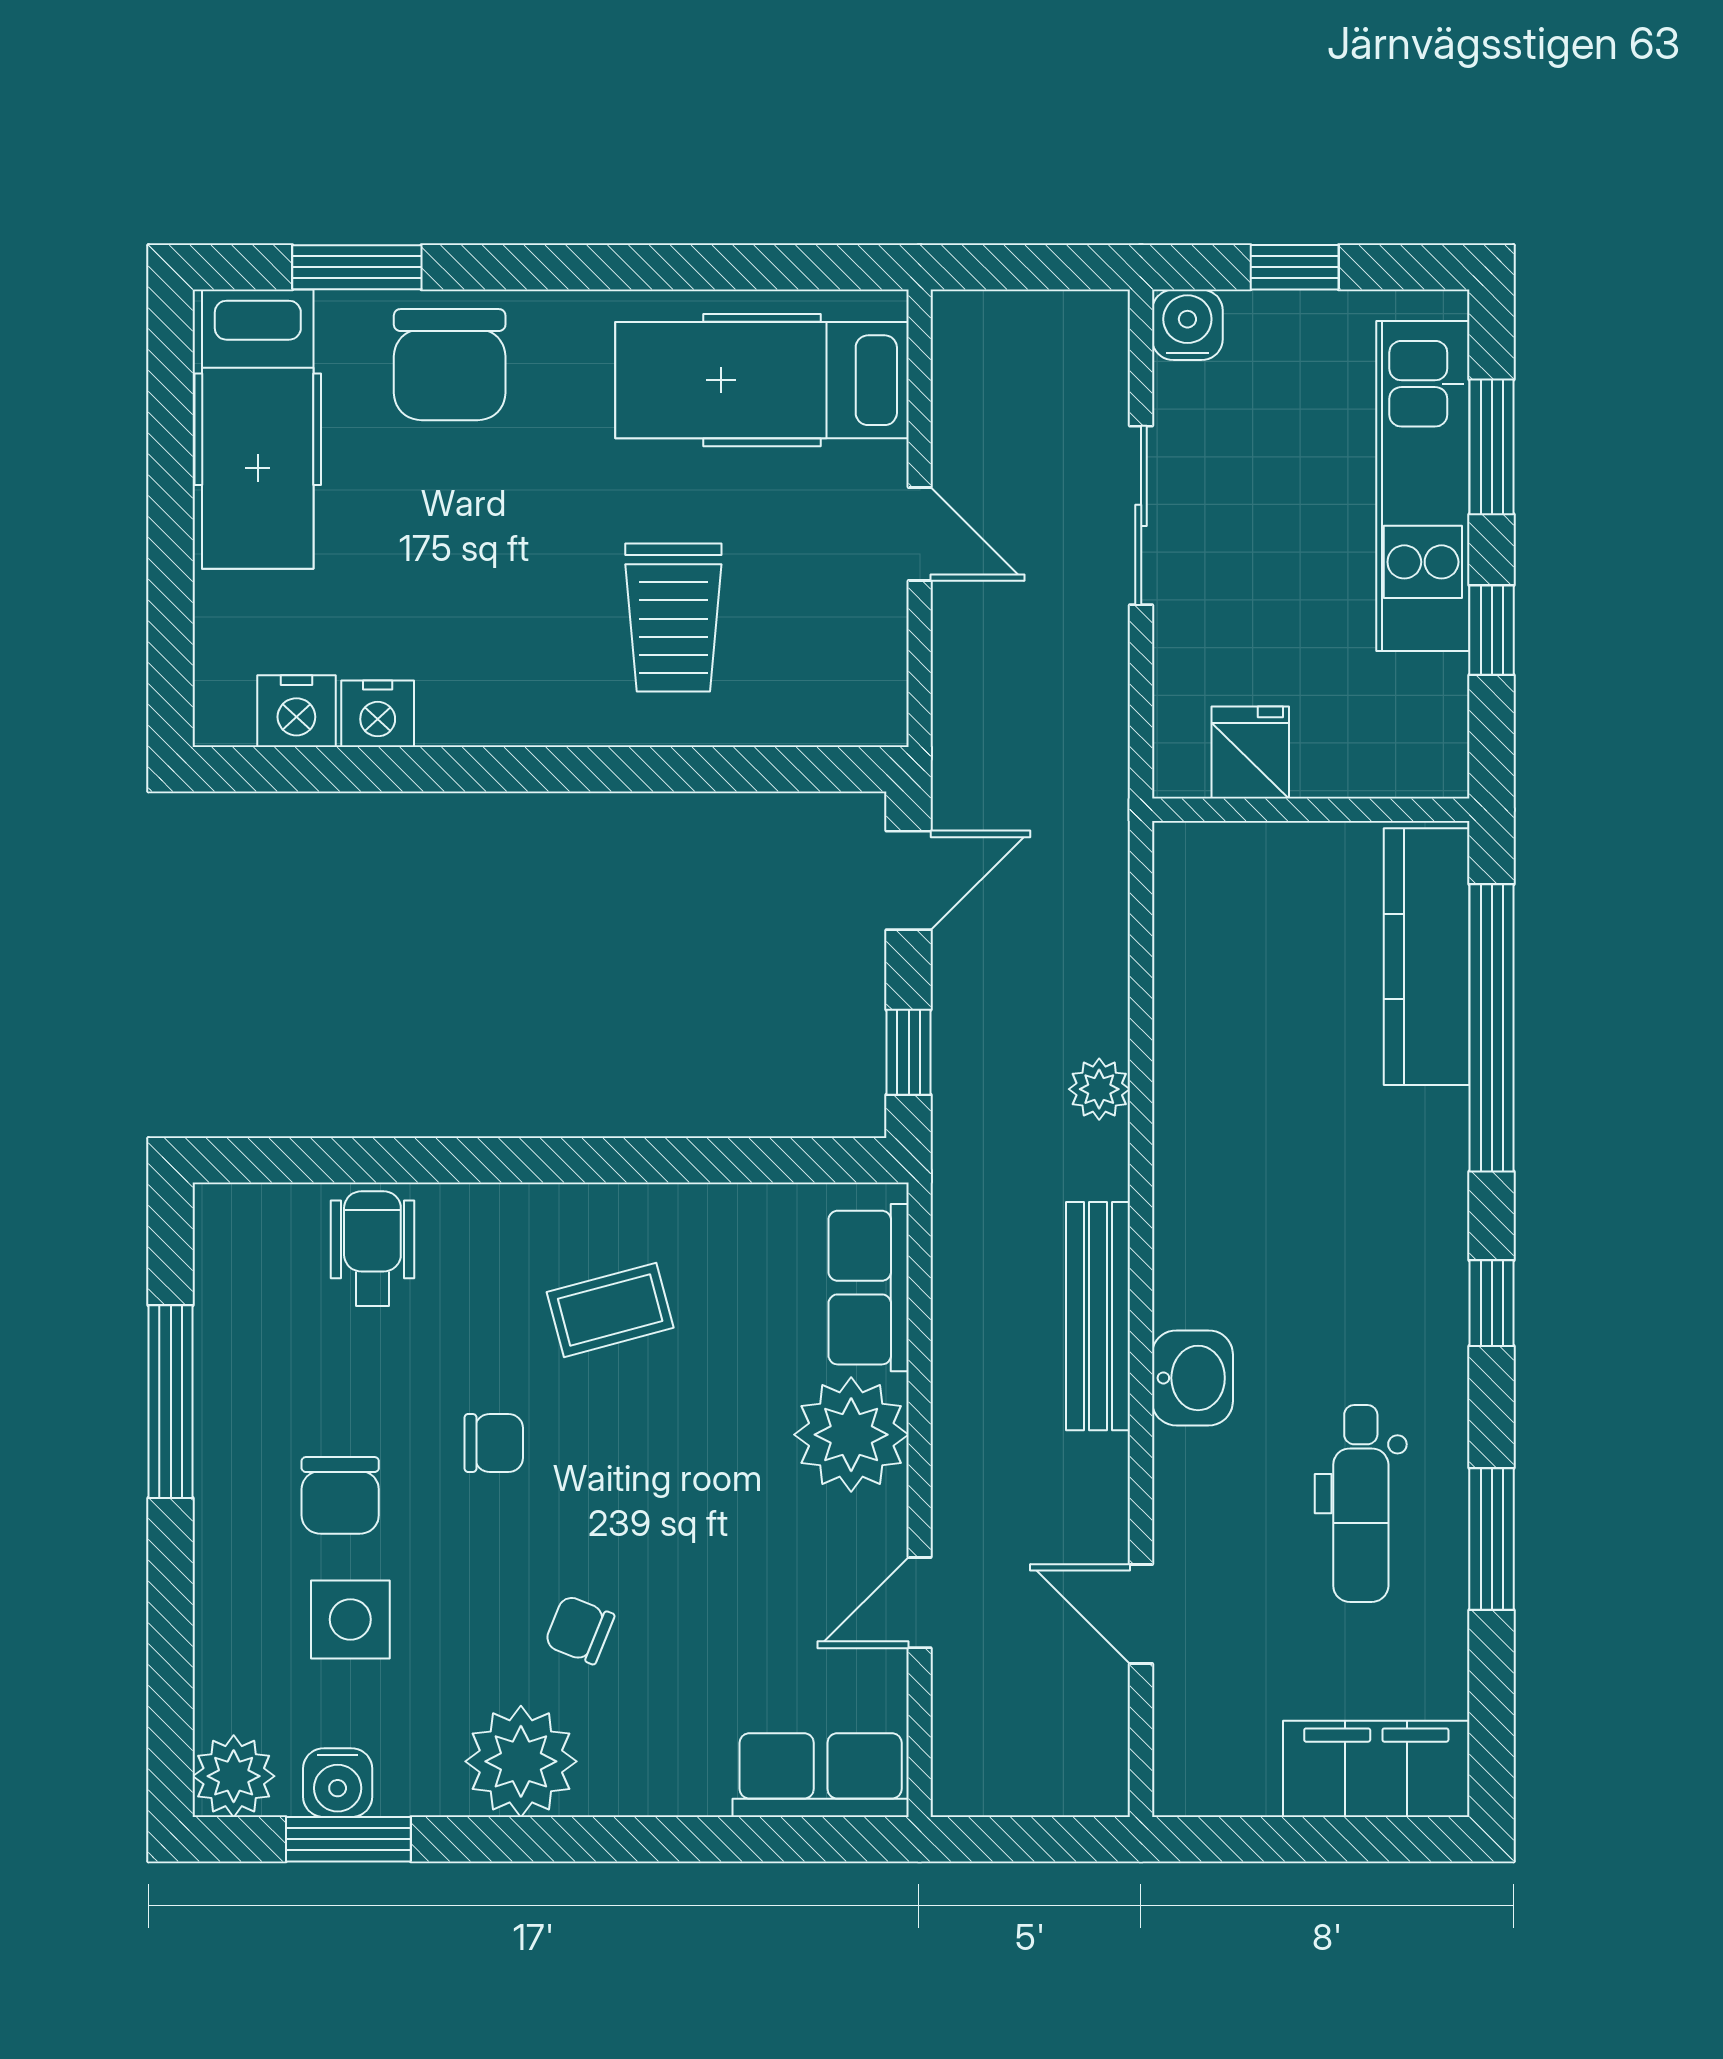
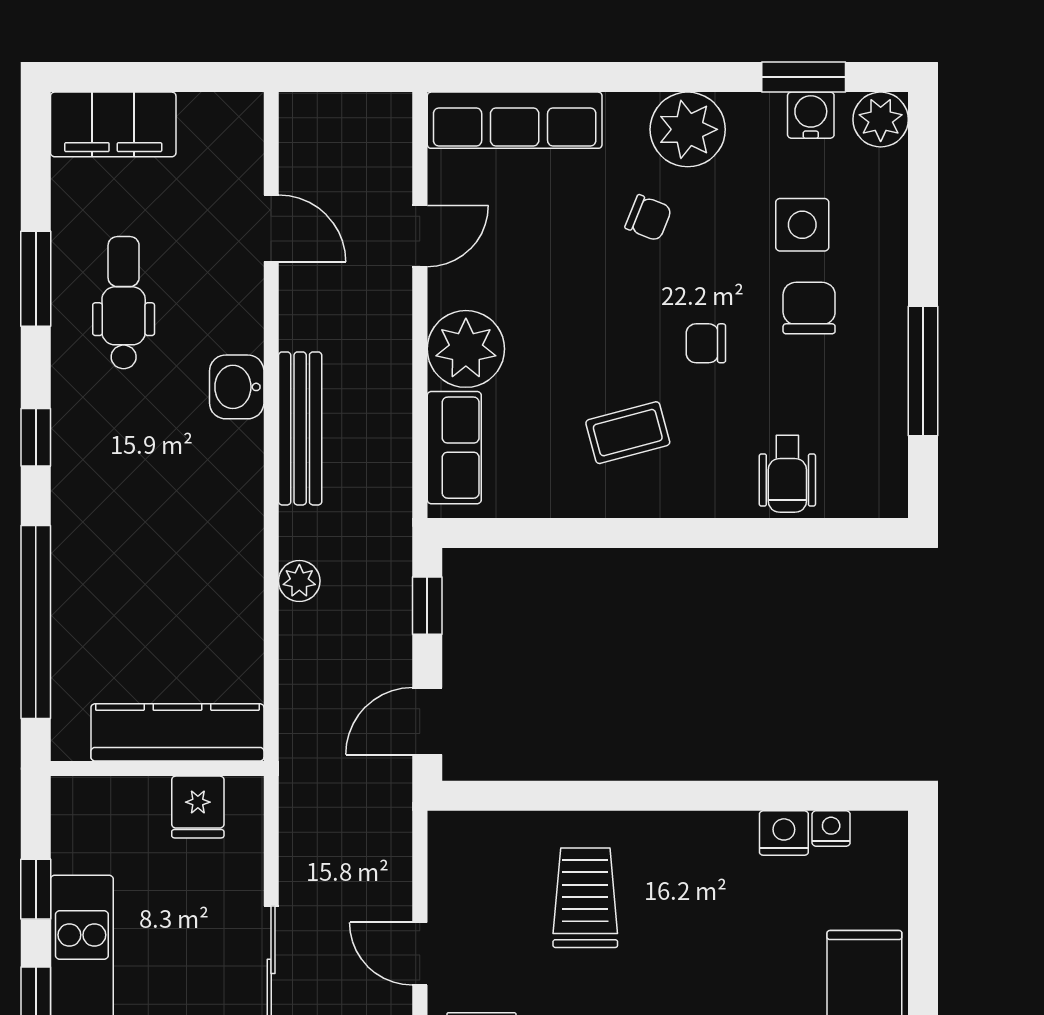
nightstand: (296, 711) -> (831, 829), width x0.72, depth x0.74
kitchen counter: (1427, 957) -> (177, 732), moved, turned -90
row of seats: (821, 1775) -> (515, 120), width x1.48

